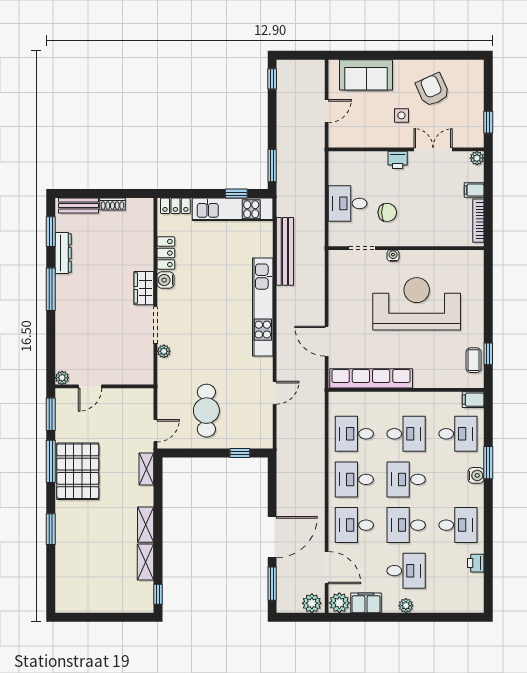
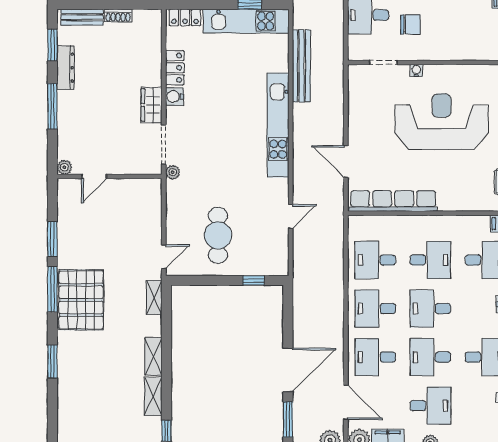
plant: (62, 378) -> (64, 167), moved
door: (90, 386) -> (94, 176), moved
wall: (104, 386) -> (109, 176), moved

